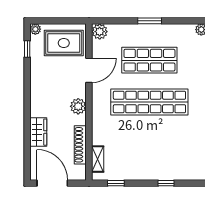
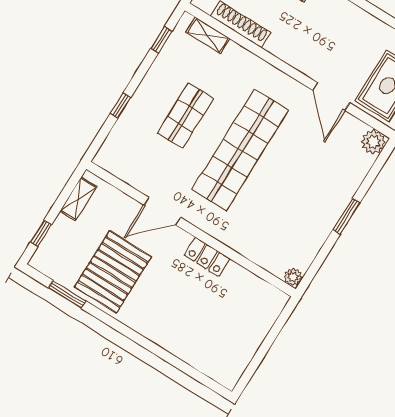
shop shelf: (149, 60) -> (185, 116), moved, width x0.70, depth x0.74
plant: (78, 106) -> (293, 53), removed

